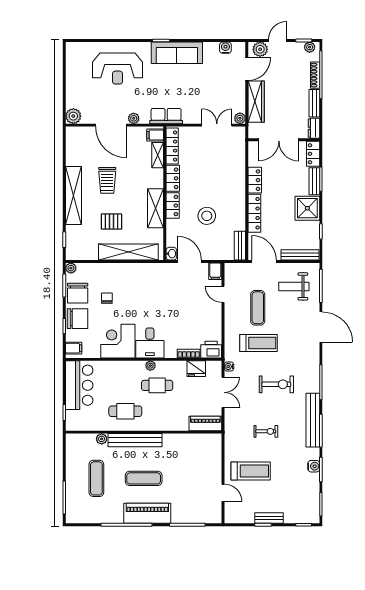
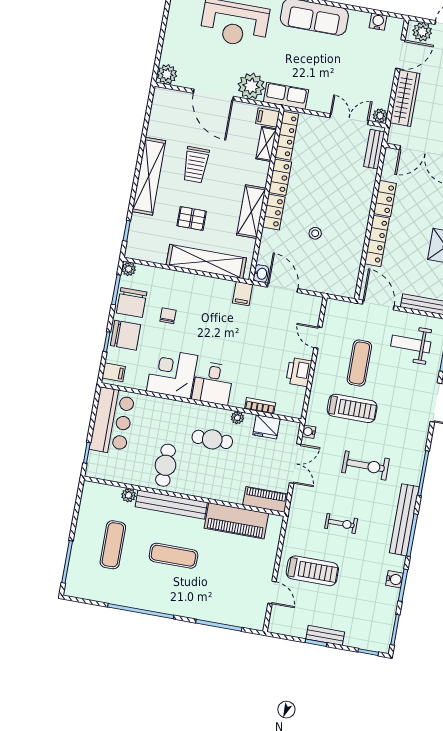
plant: (134, 118) -> (251, 86), width x1.87, depth x1.87
stool: (207, 216) -> (315, 233), width x0.53, depth x0.53
bench: (240, 246) -> (374, 149), moved
filing cabinet: (215, 271) -> (243, 294), moved
printer: (211, 350) -> (299, 372), moved, turned -90
plant: (150, 366) -> (237, 418), moved
cafe table: (125, 411) -> (165, 465), turned 90
piano: (147, 513) -> (236, 521), moved, turned 180

